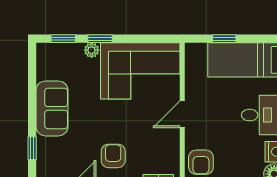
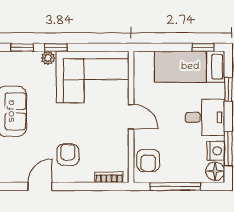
window: (224, 39) -> (203, 47), moved
door: (182, 114) -> (131, 117), swing flipped

